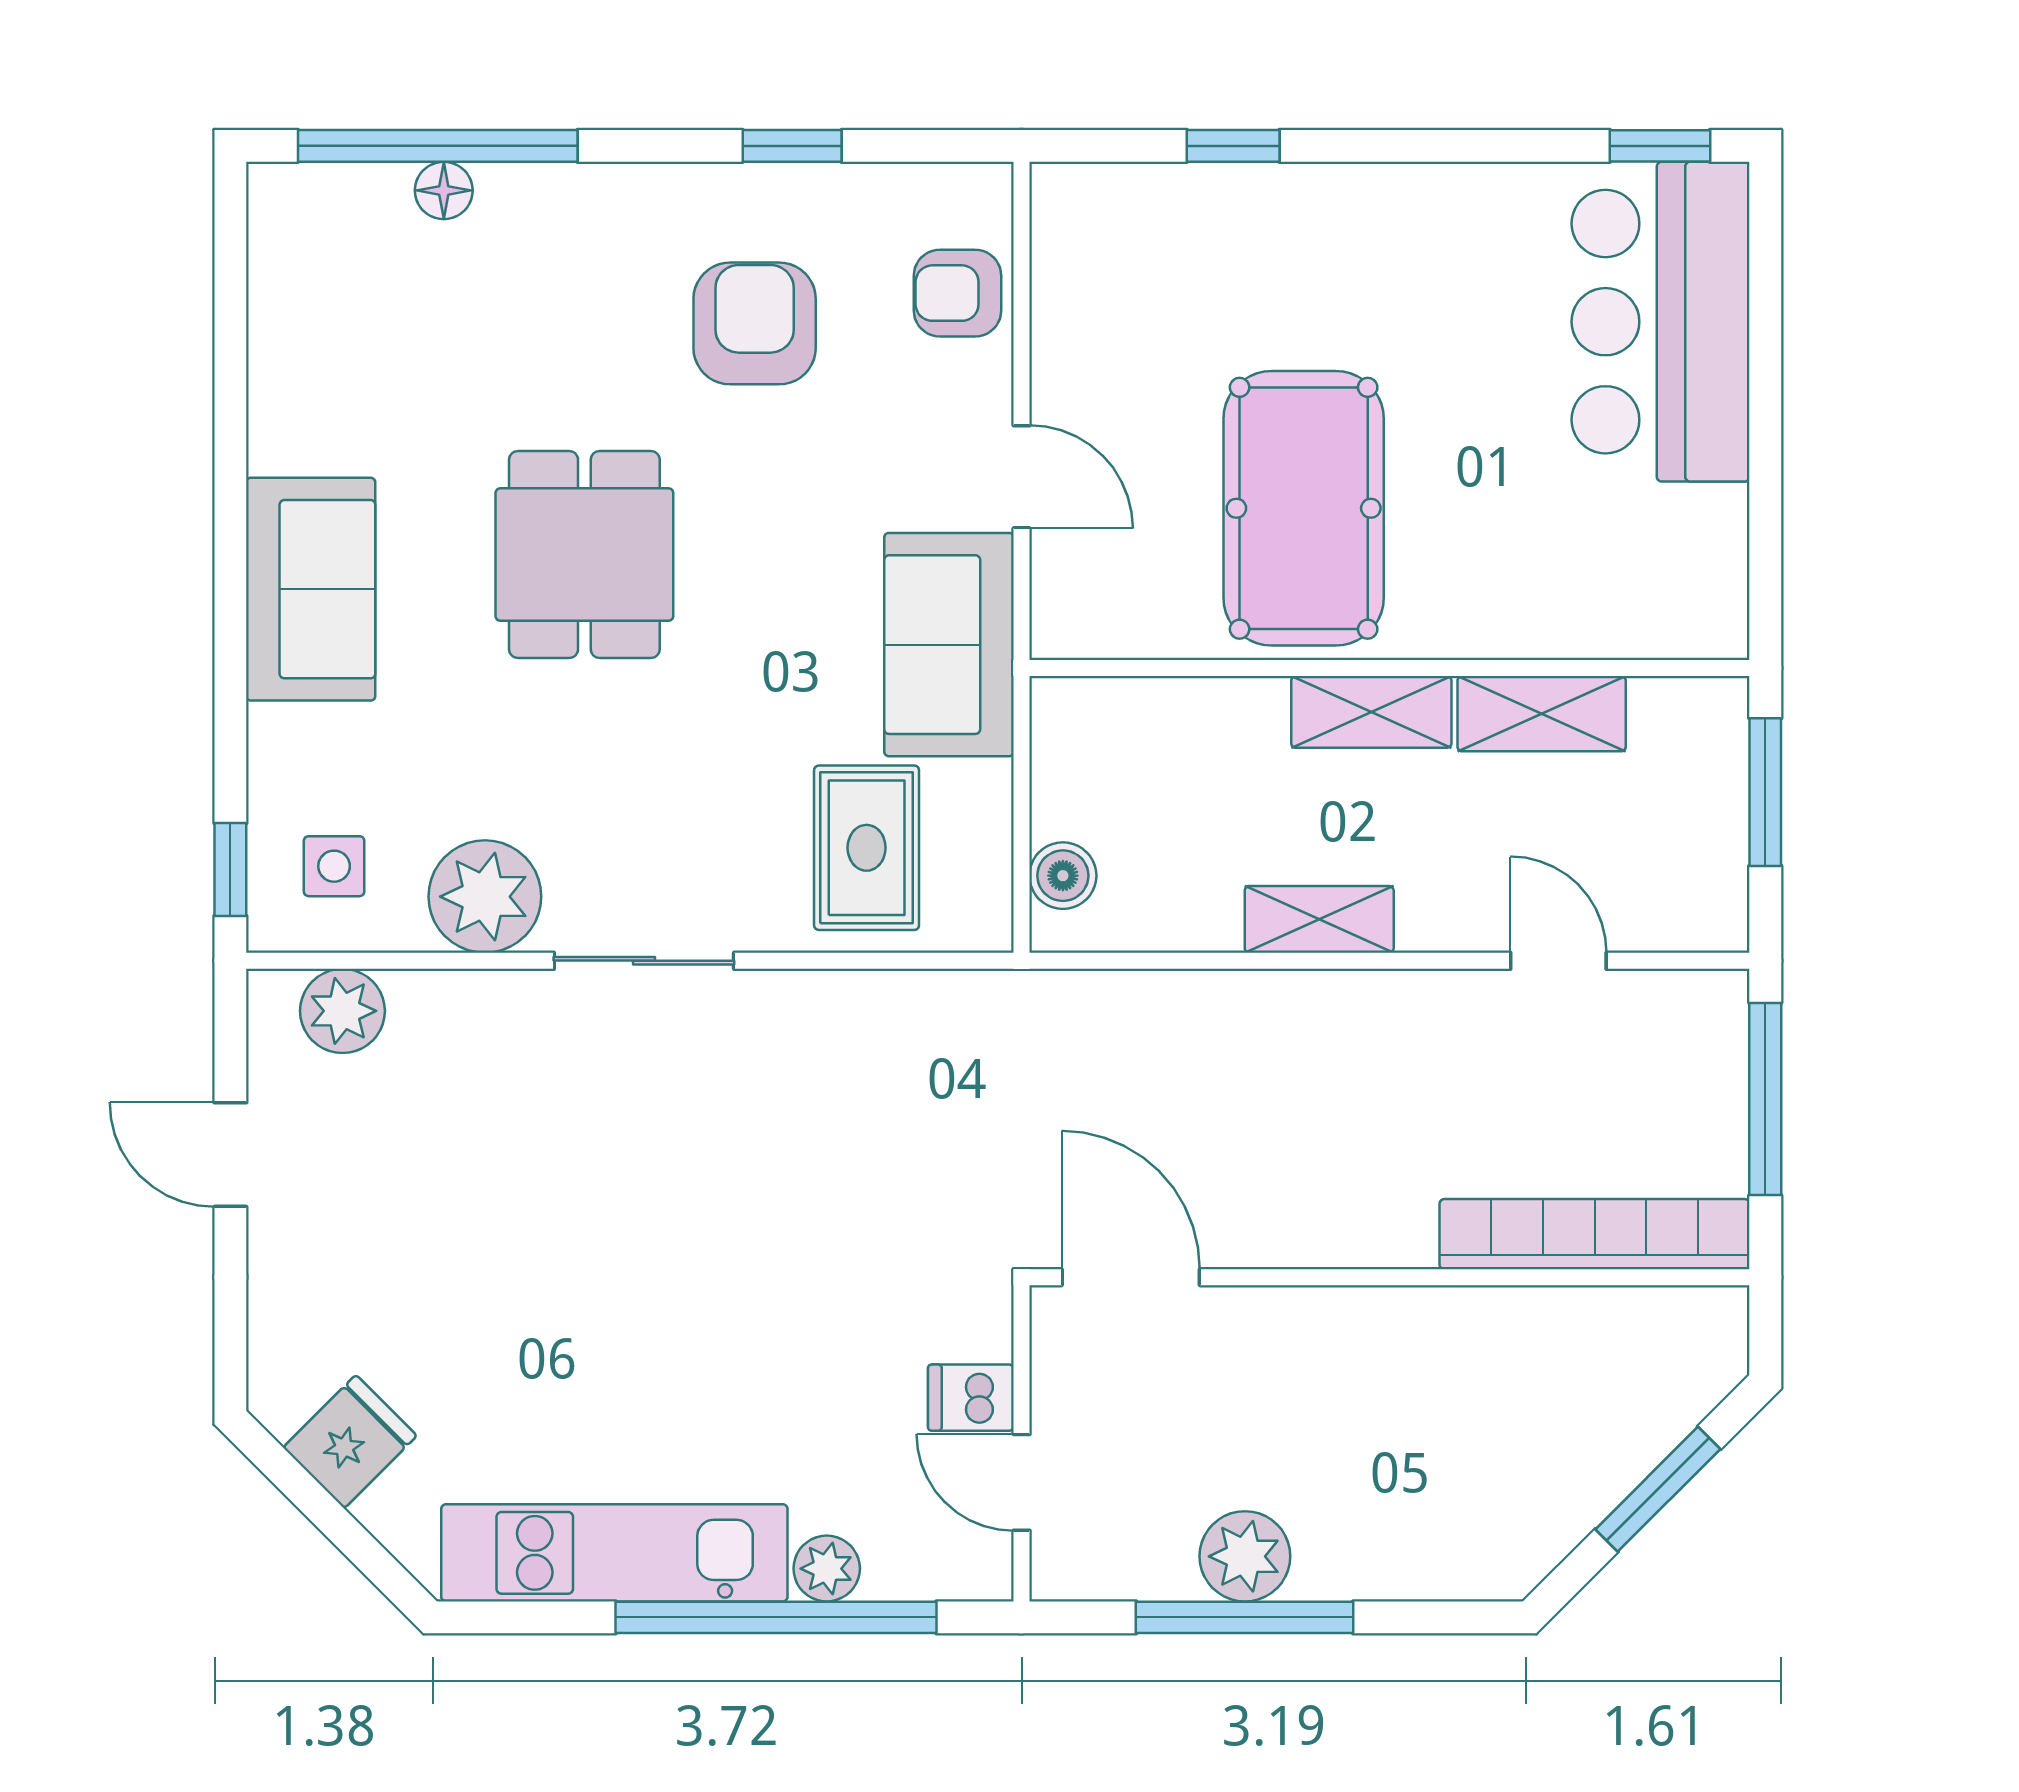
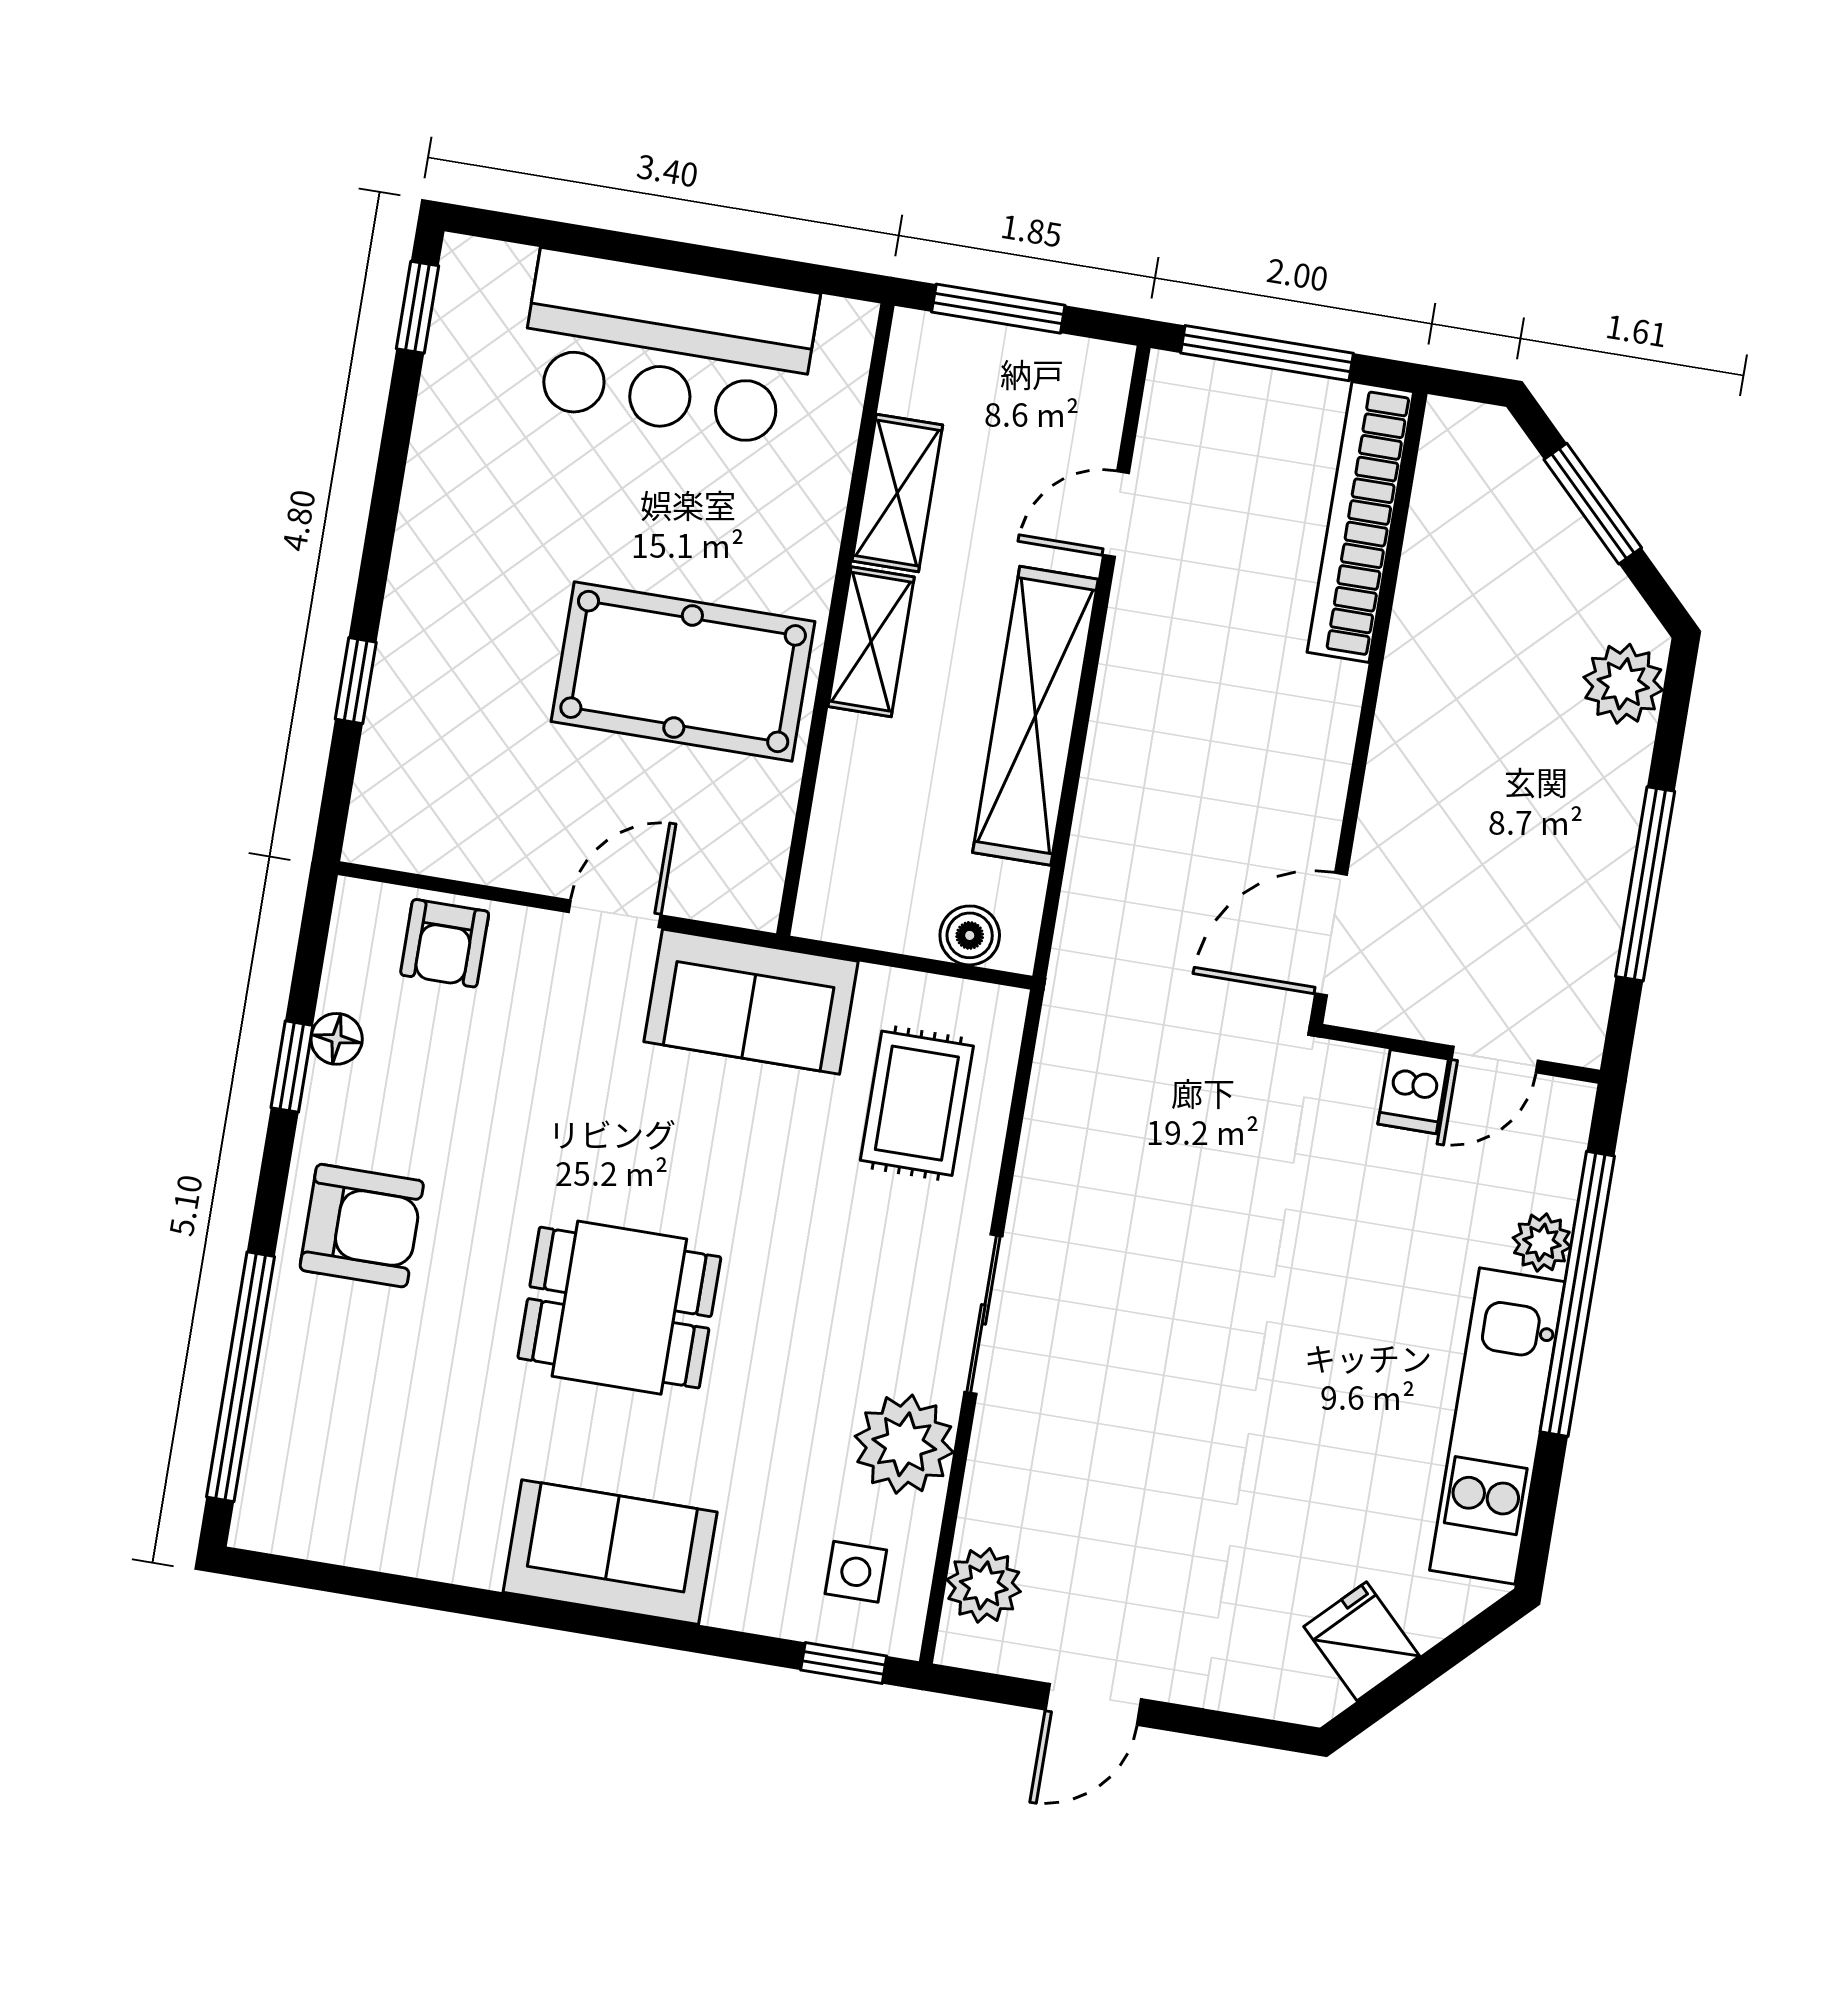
floor lamp: (444, 190) -> (337, 1039), moved
bar counter: (1661, 322) -> (668, 348), moved
armchair: (755, 323) -> (362, 1226), moved, turned 180
rug: (867, 848) -> (917, 1103), turned 90
shelving: (1319, 919) -> (1035, 716), width x2.20, depth x1.33
plant: (1245, 1556) -> (1623, 684), moved

